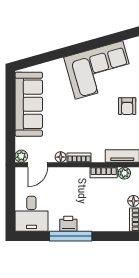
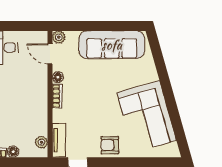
bookcase: (104, 172) -> (42, 121), removed

